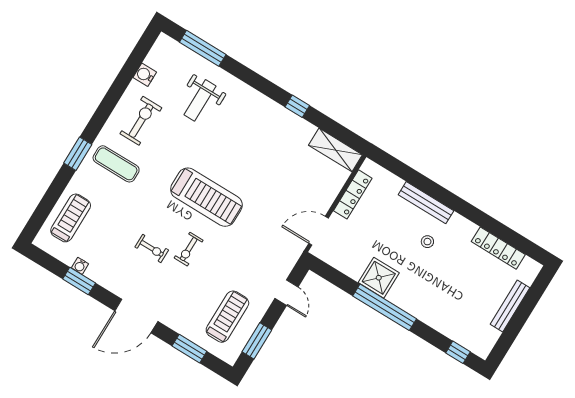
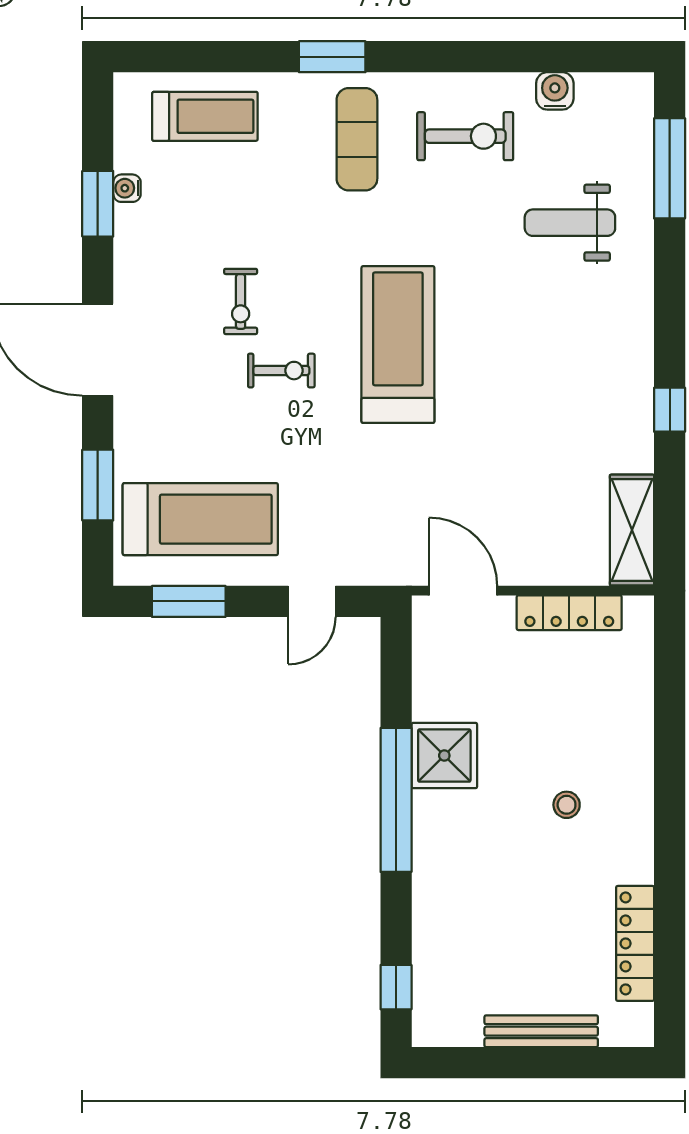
treadmill: (206, 197) -> (398, 345), turned 180
bench: (426, 203) -> (637, 758), removed
exercise bike: (189, 249) -> (281, 371), turned 180
treadmill: (227, 317) -> (200, 519), width x1.37, depth x1.38

